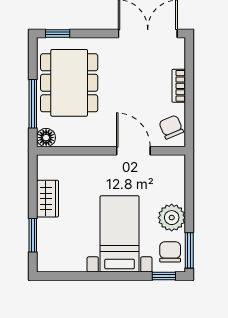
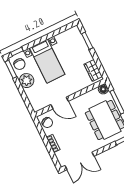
wardrobe: (48, 199) -> (93, 70), moved

